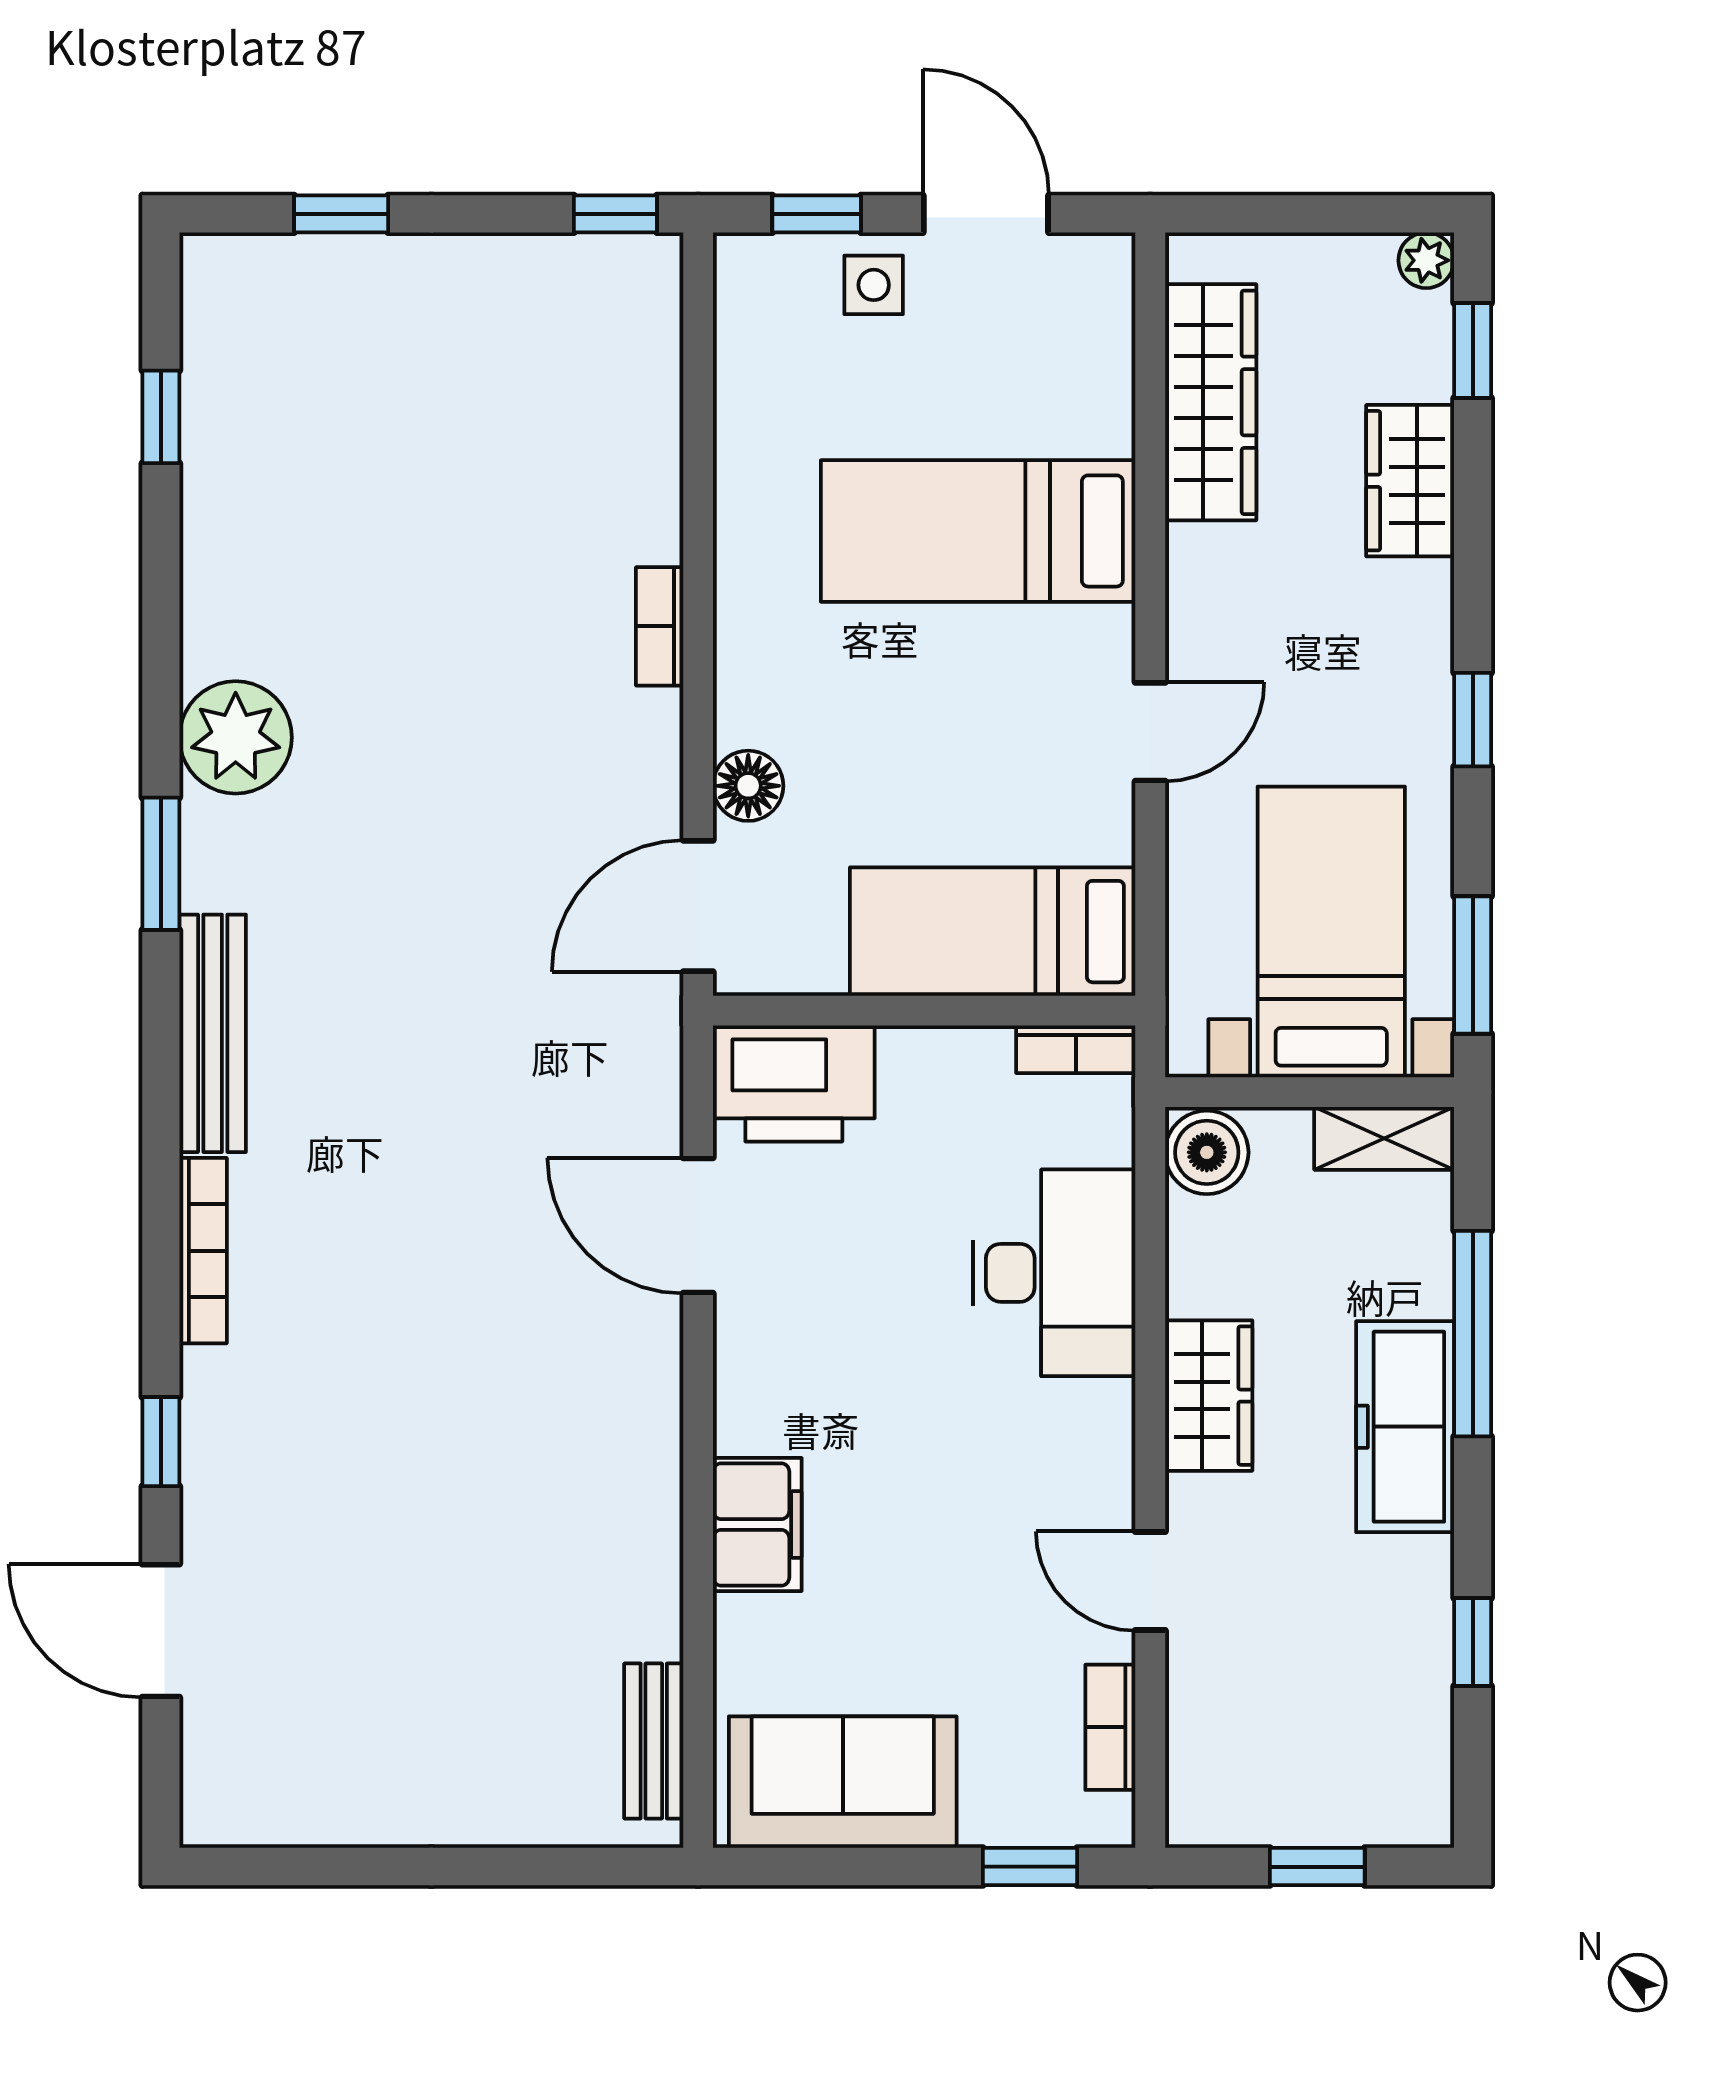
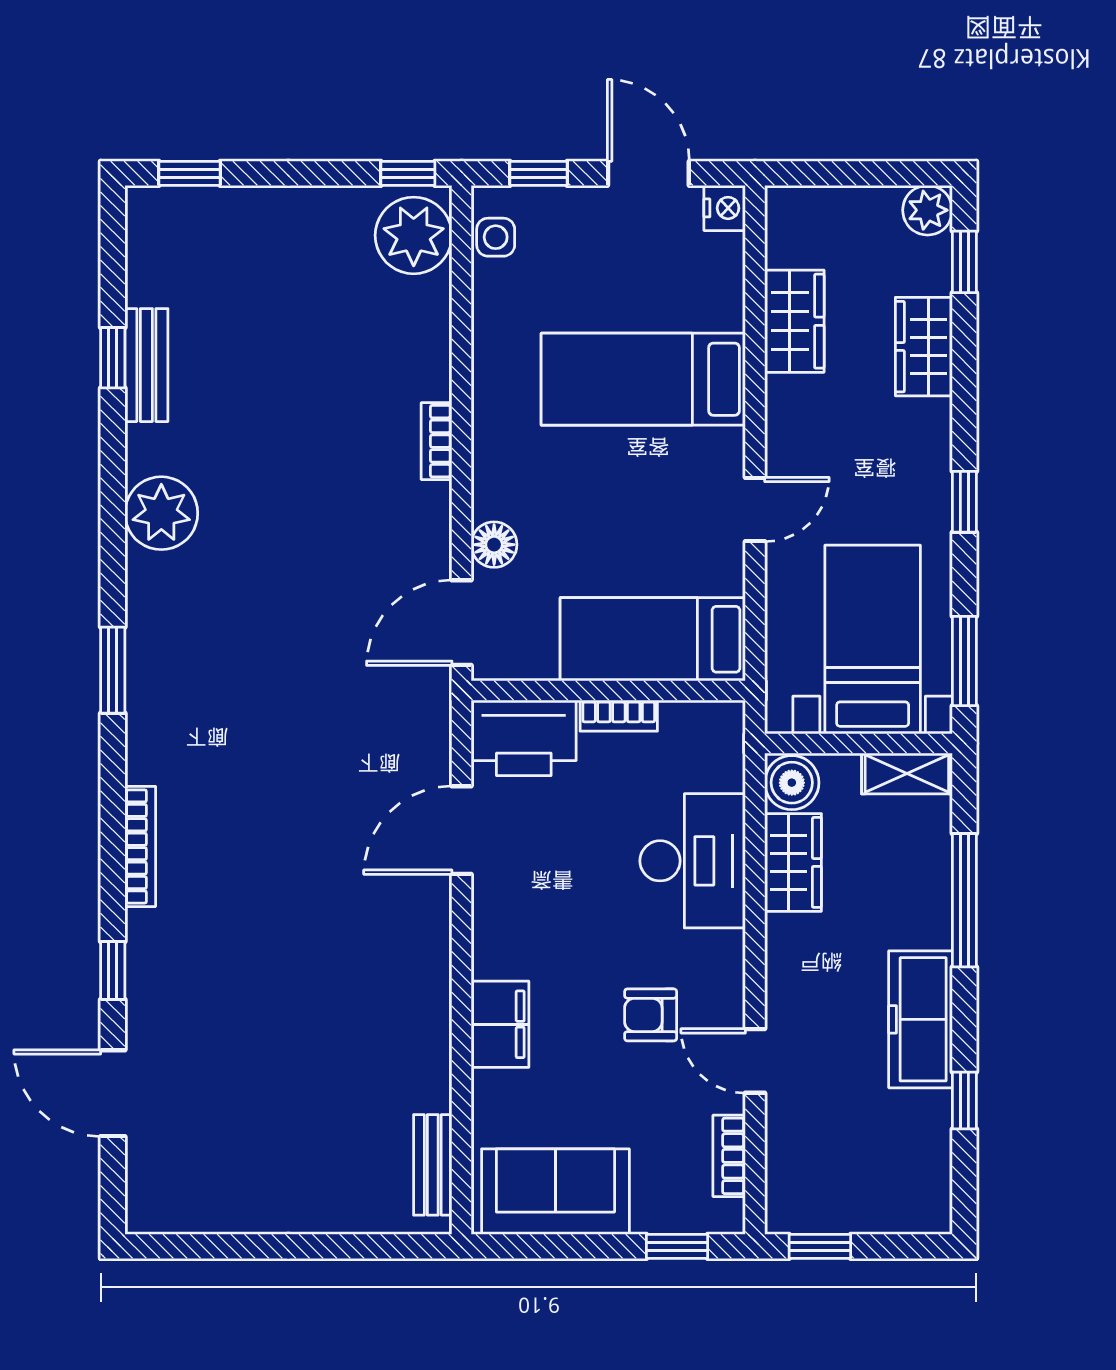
window: (341, 214) -> (190, 173), moved
plant: (1426, 260) -> (928, 210), width x1.38, depth x1.38
nightstand: (1103, 267) -> (725, 208), added
side table: (874, 285) -> (496, 237), moved
plant: (624, 310) -> (414, 235), added
wardrobe: (1211, 402) -> (794, 321), width x0.67
window: (161, 417) -> (113, 358), moved
window: (161, 864) -> (113, 670), moved
bench: (213, 1033) -> (146, 365), moved, width x0.73
bookcase: (1076, 1049) -> (619, 716), moved
door: (698, 1225) -> (462, 830), hinge flipped
wardrobe: (1209, 1396) -> (793, 862), moved
freezer: (1405, 1427) -> (921, 1019), moved
armchair: (989, 1510) -> (651, 1015), added
window: (1317, 1867) -> (820, 1246), moved

